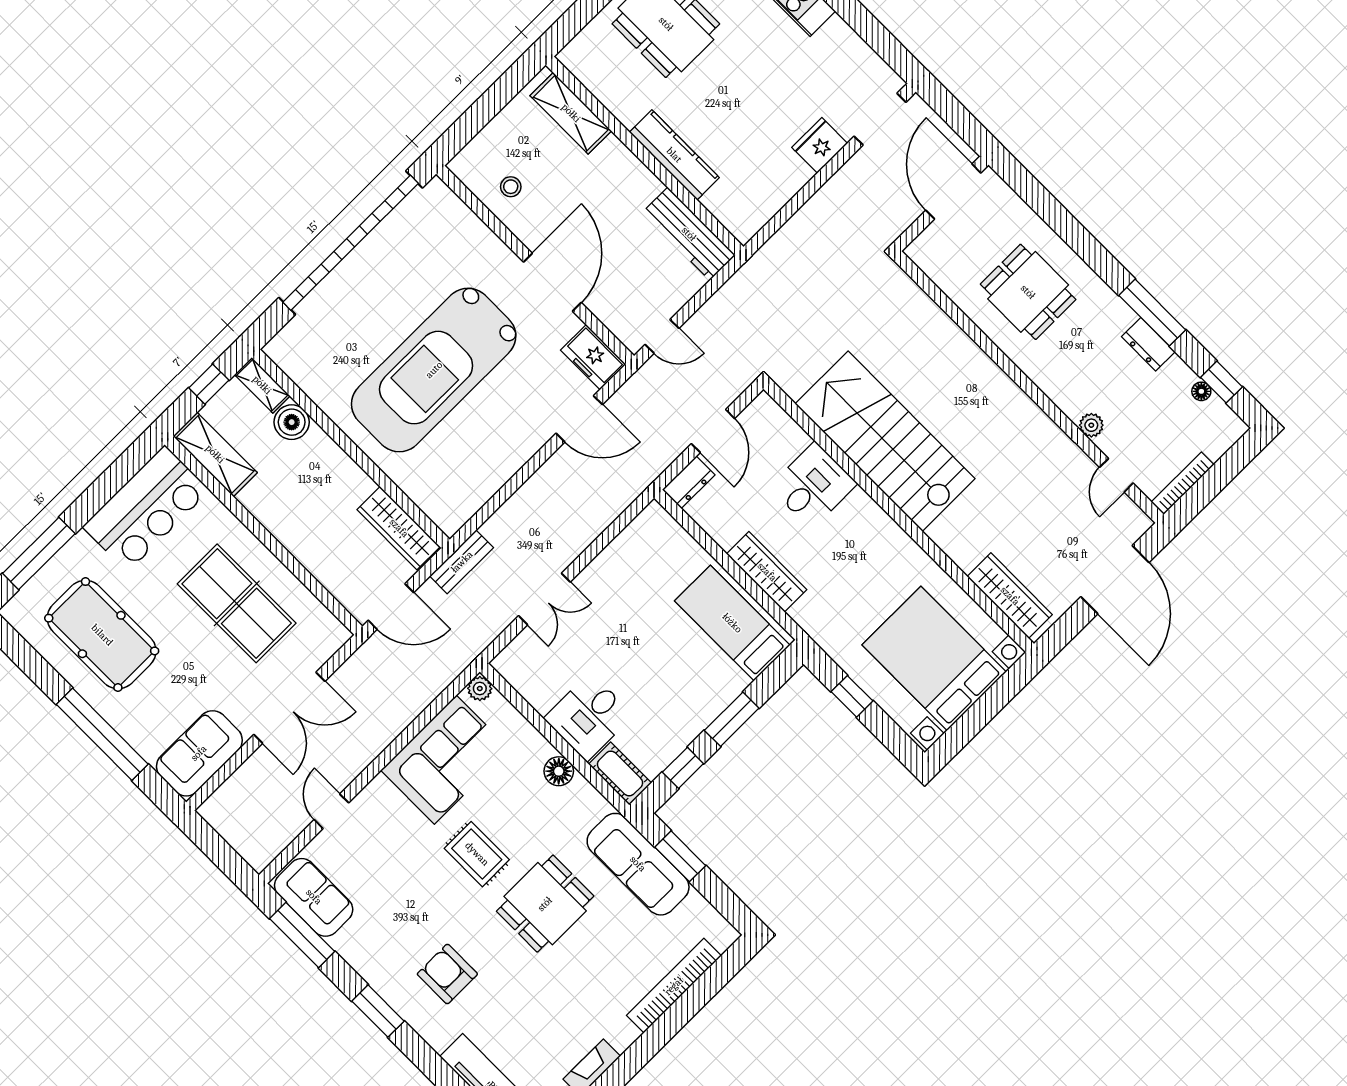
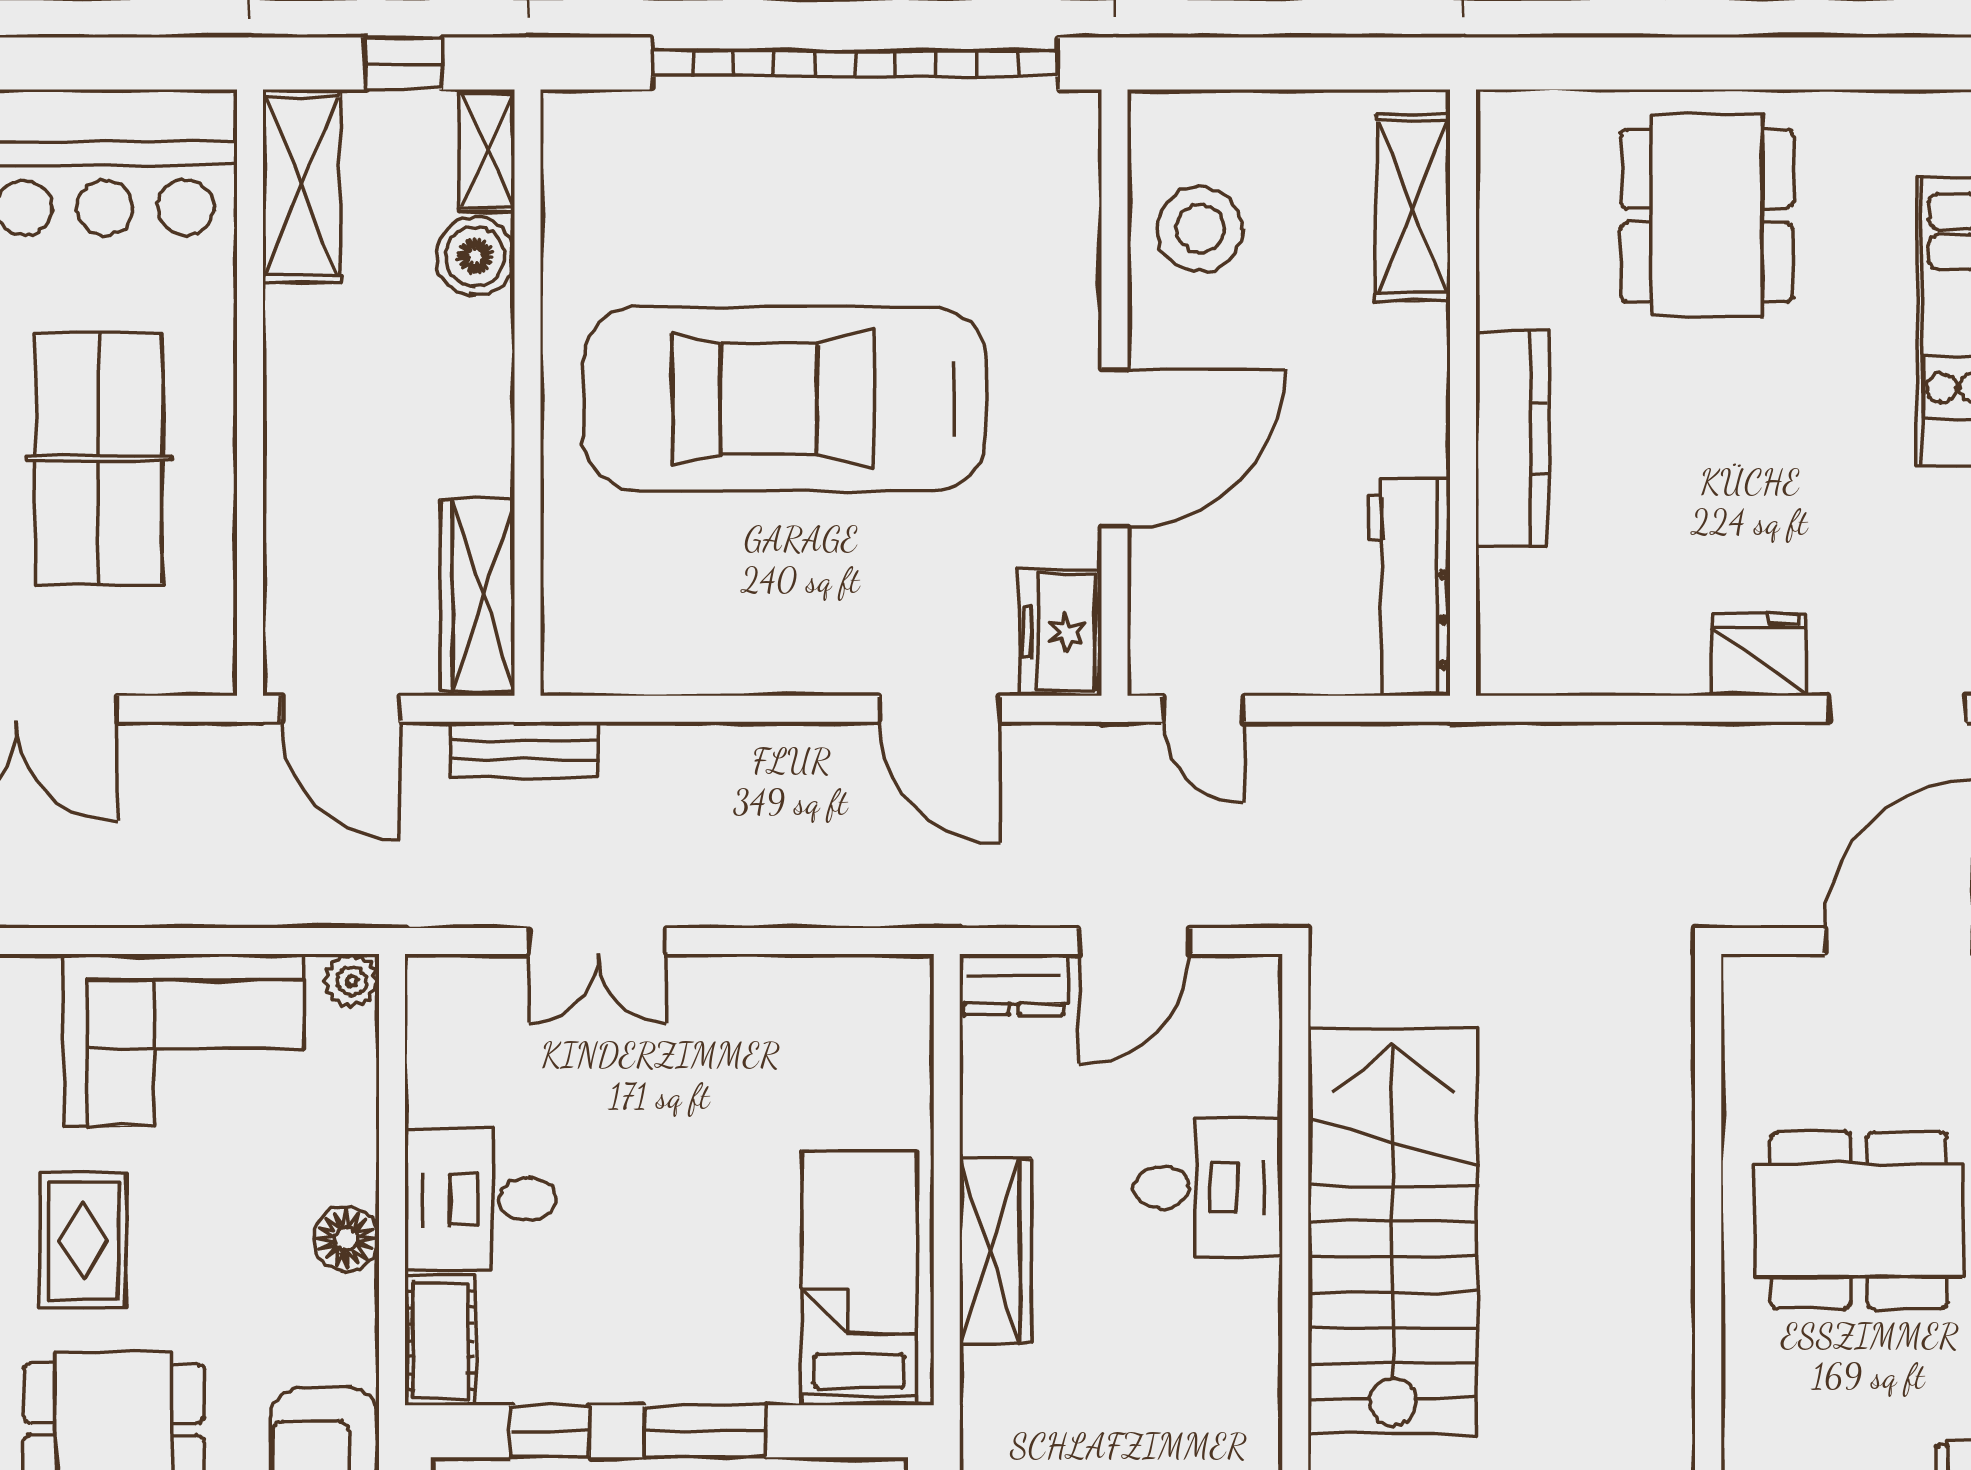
stool: (511, 187) -> (1200, 229), width x1.89, depth x1.89
dining table: (1028, 292) -> (1859, 1220), width x1.38

